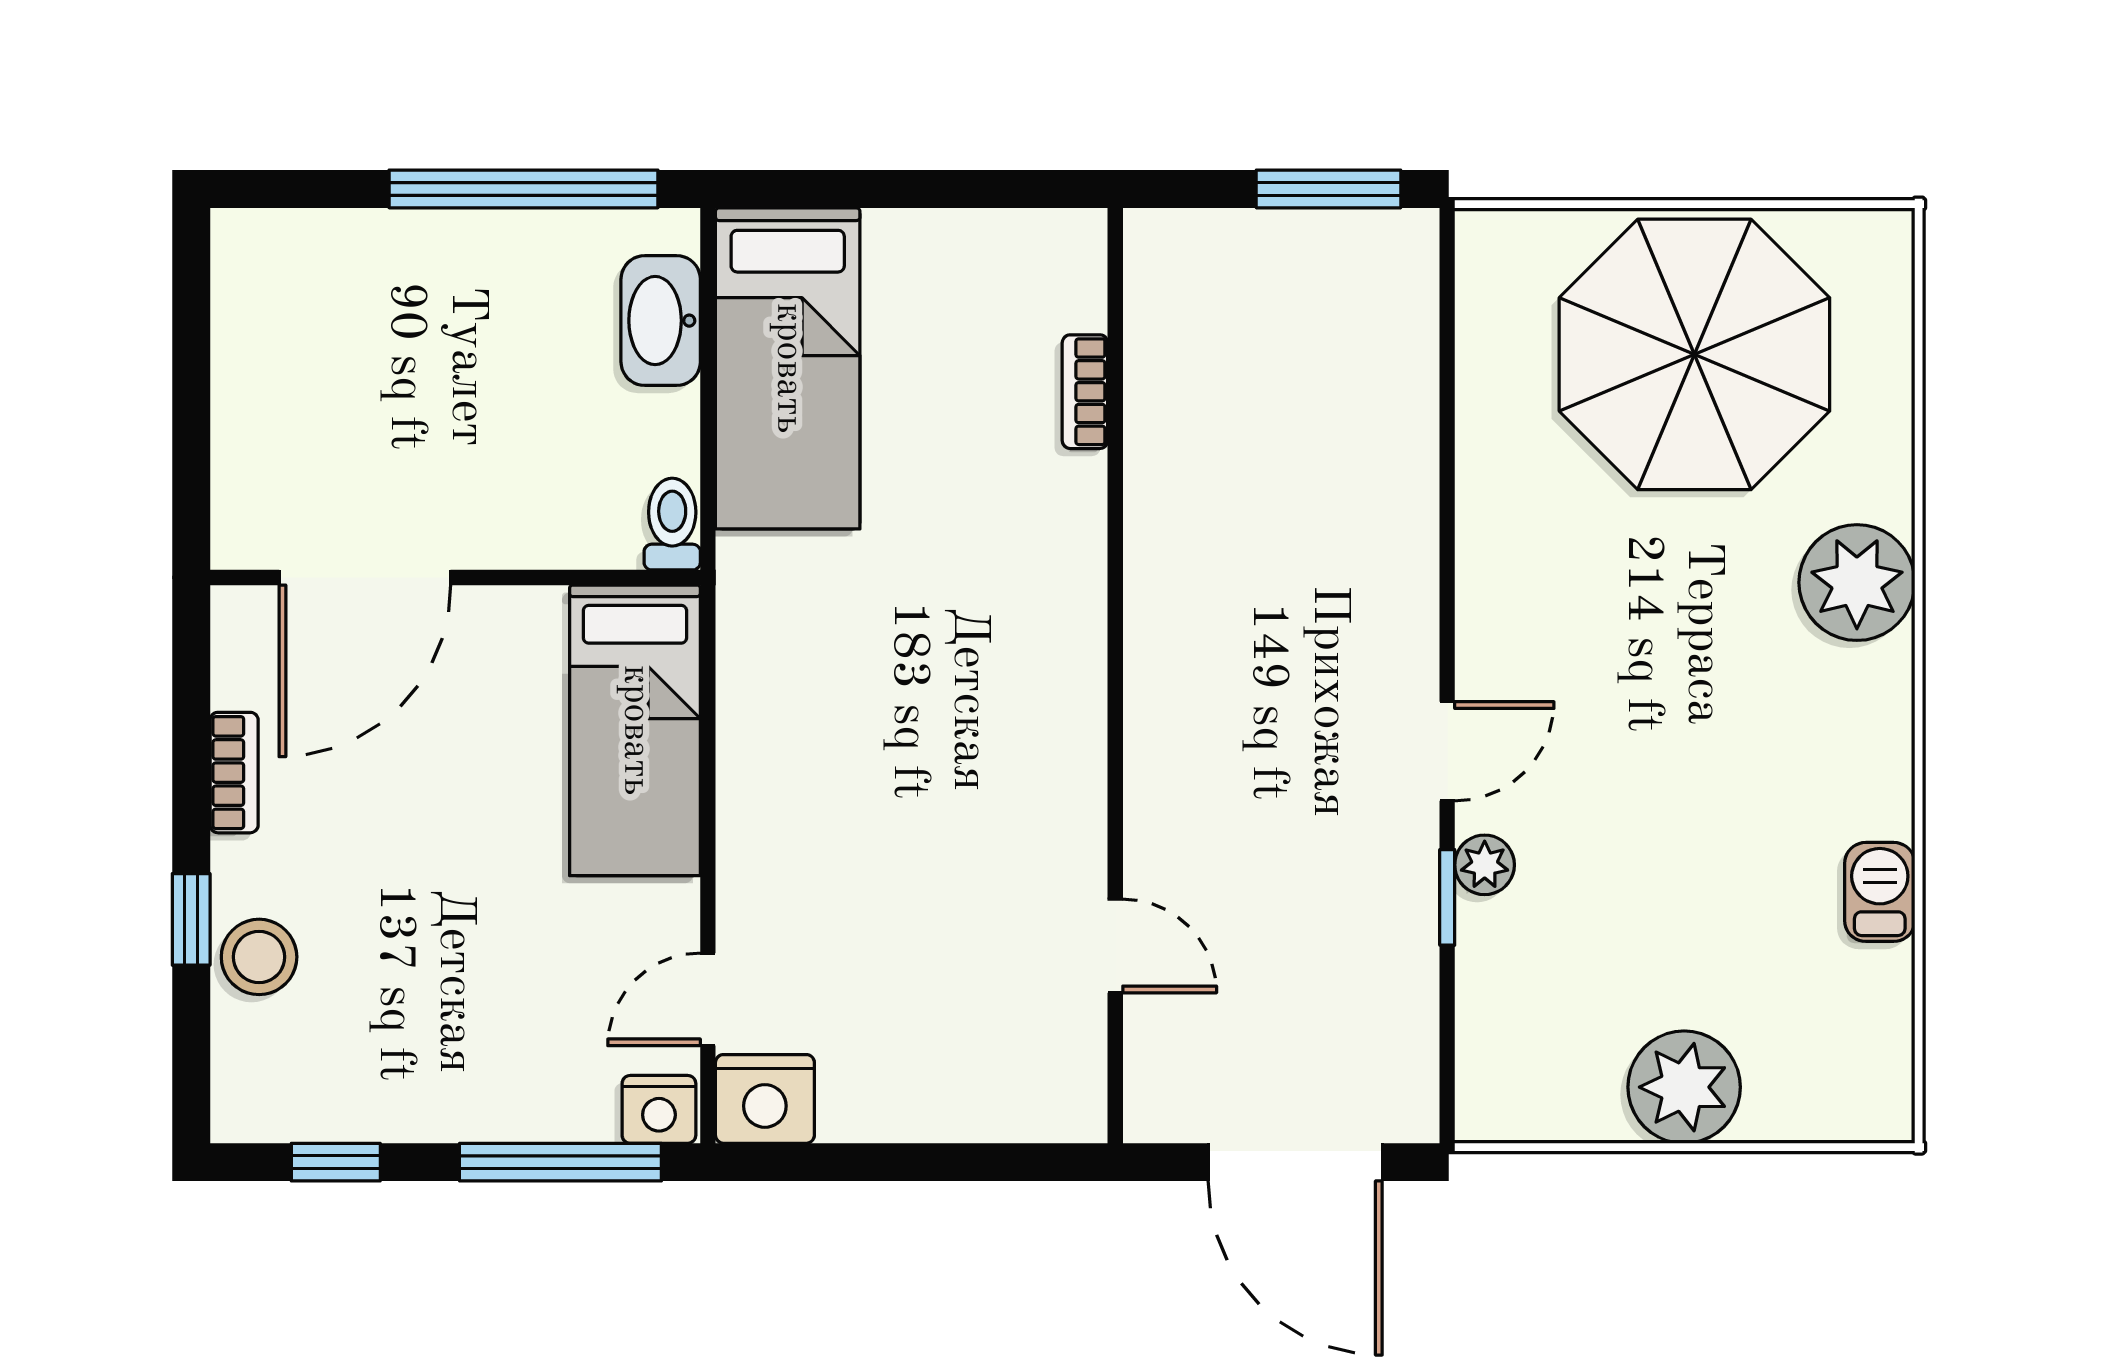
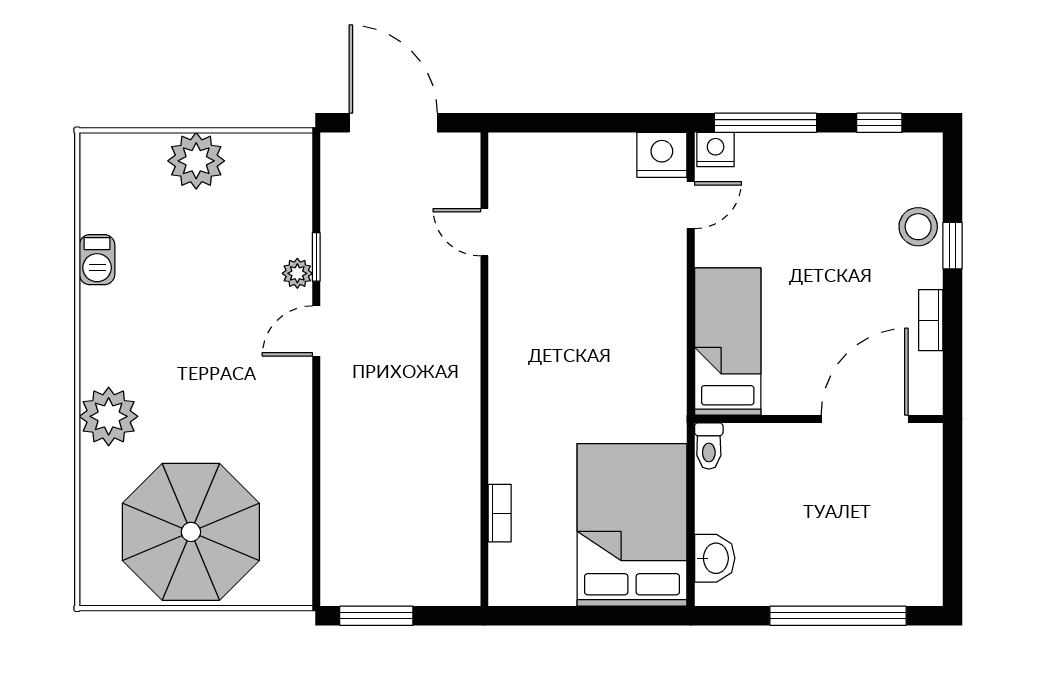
window: (524, 189) -> (838, 616), moved
washbasin: (661, 321) -> (715, 558), width x0.72
bed: (788, 368) -> (632, 525), width x1.50

